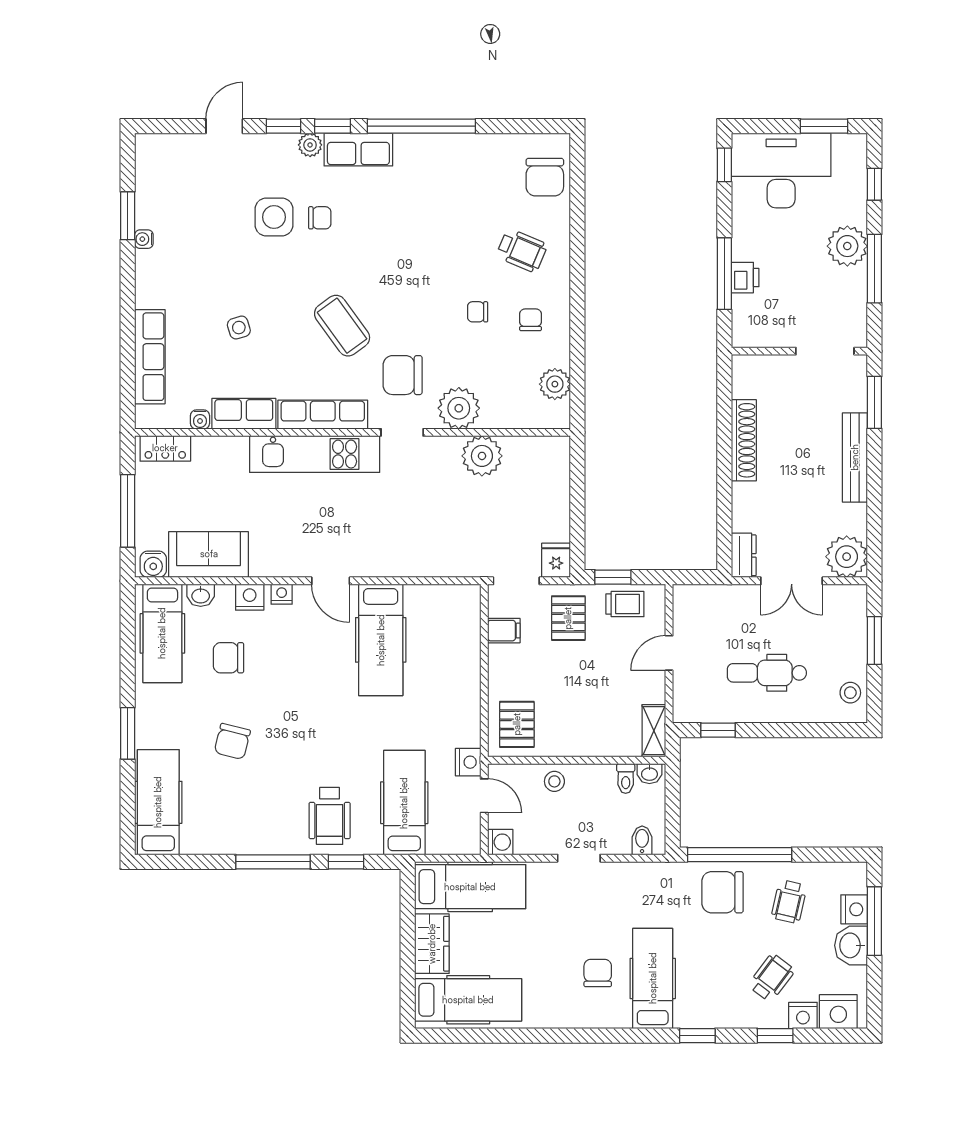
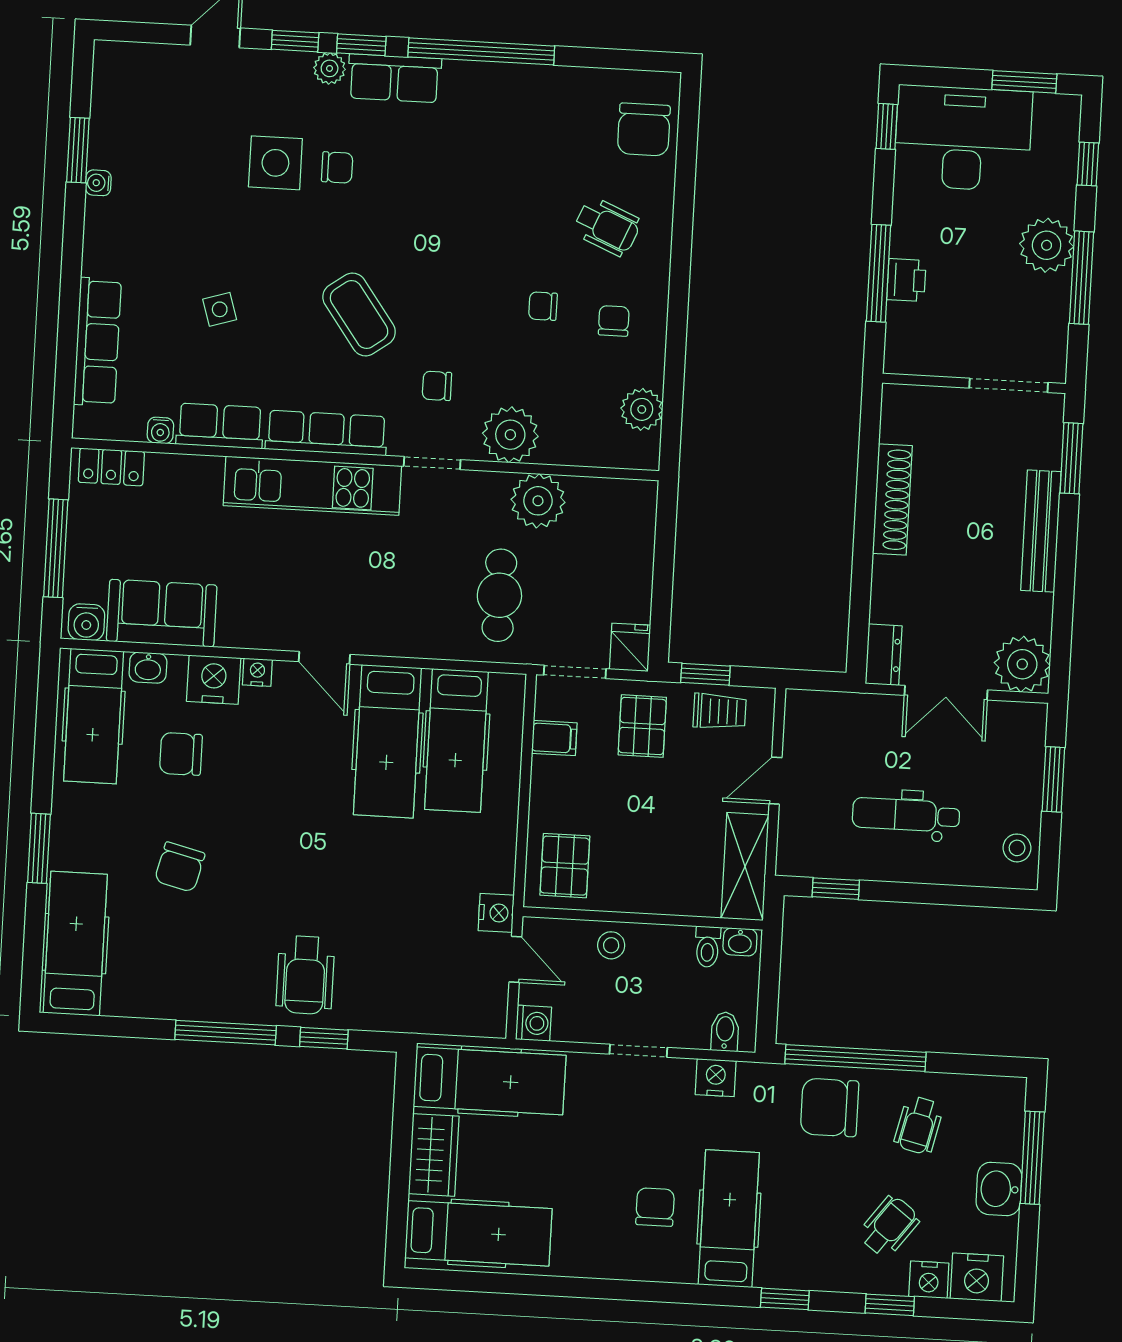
chair: (403, 375) -> (437, 386), width x0.54, depth x0.54
cafe table: (457, 527) -> (499, 595), added
nightstand: (250, 597) -> (214, 680), width x1.36, depth x1.33
shelving: (654, 731) -> (745, 866), width x1.50, depth x1.33
hospital bed: (404, 803) -> (456, 740), moved, turned 180
nightstand: (854, 909) -> (716, 1078), moved, turned -90

